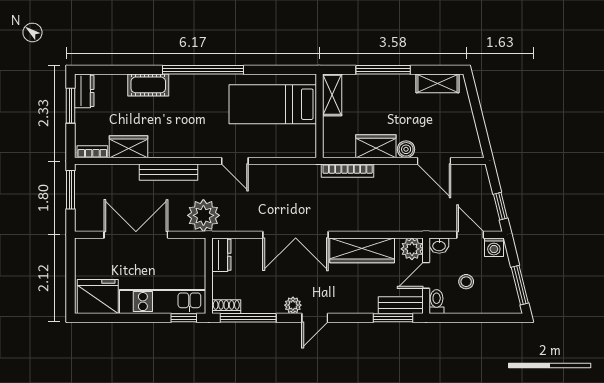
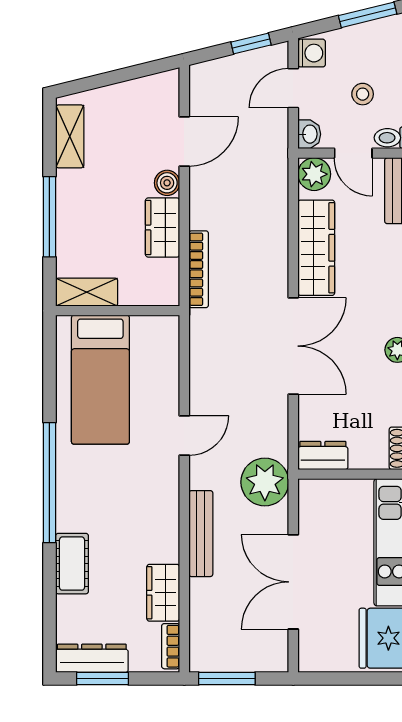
dresser: (84, 91) -> (92, 658), width x1.44

